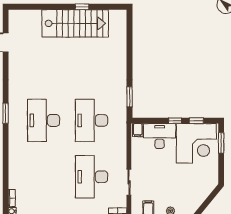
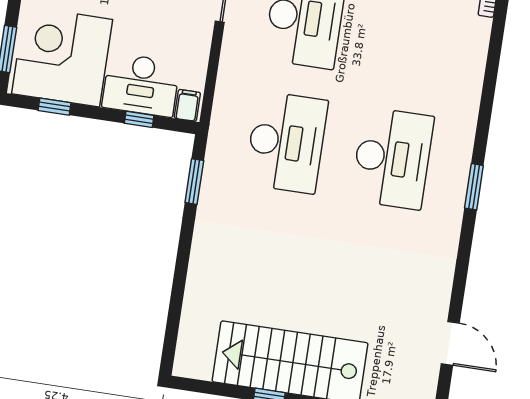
window: (175, 121) -> (139, 119), moved

